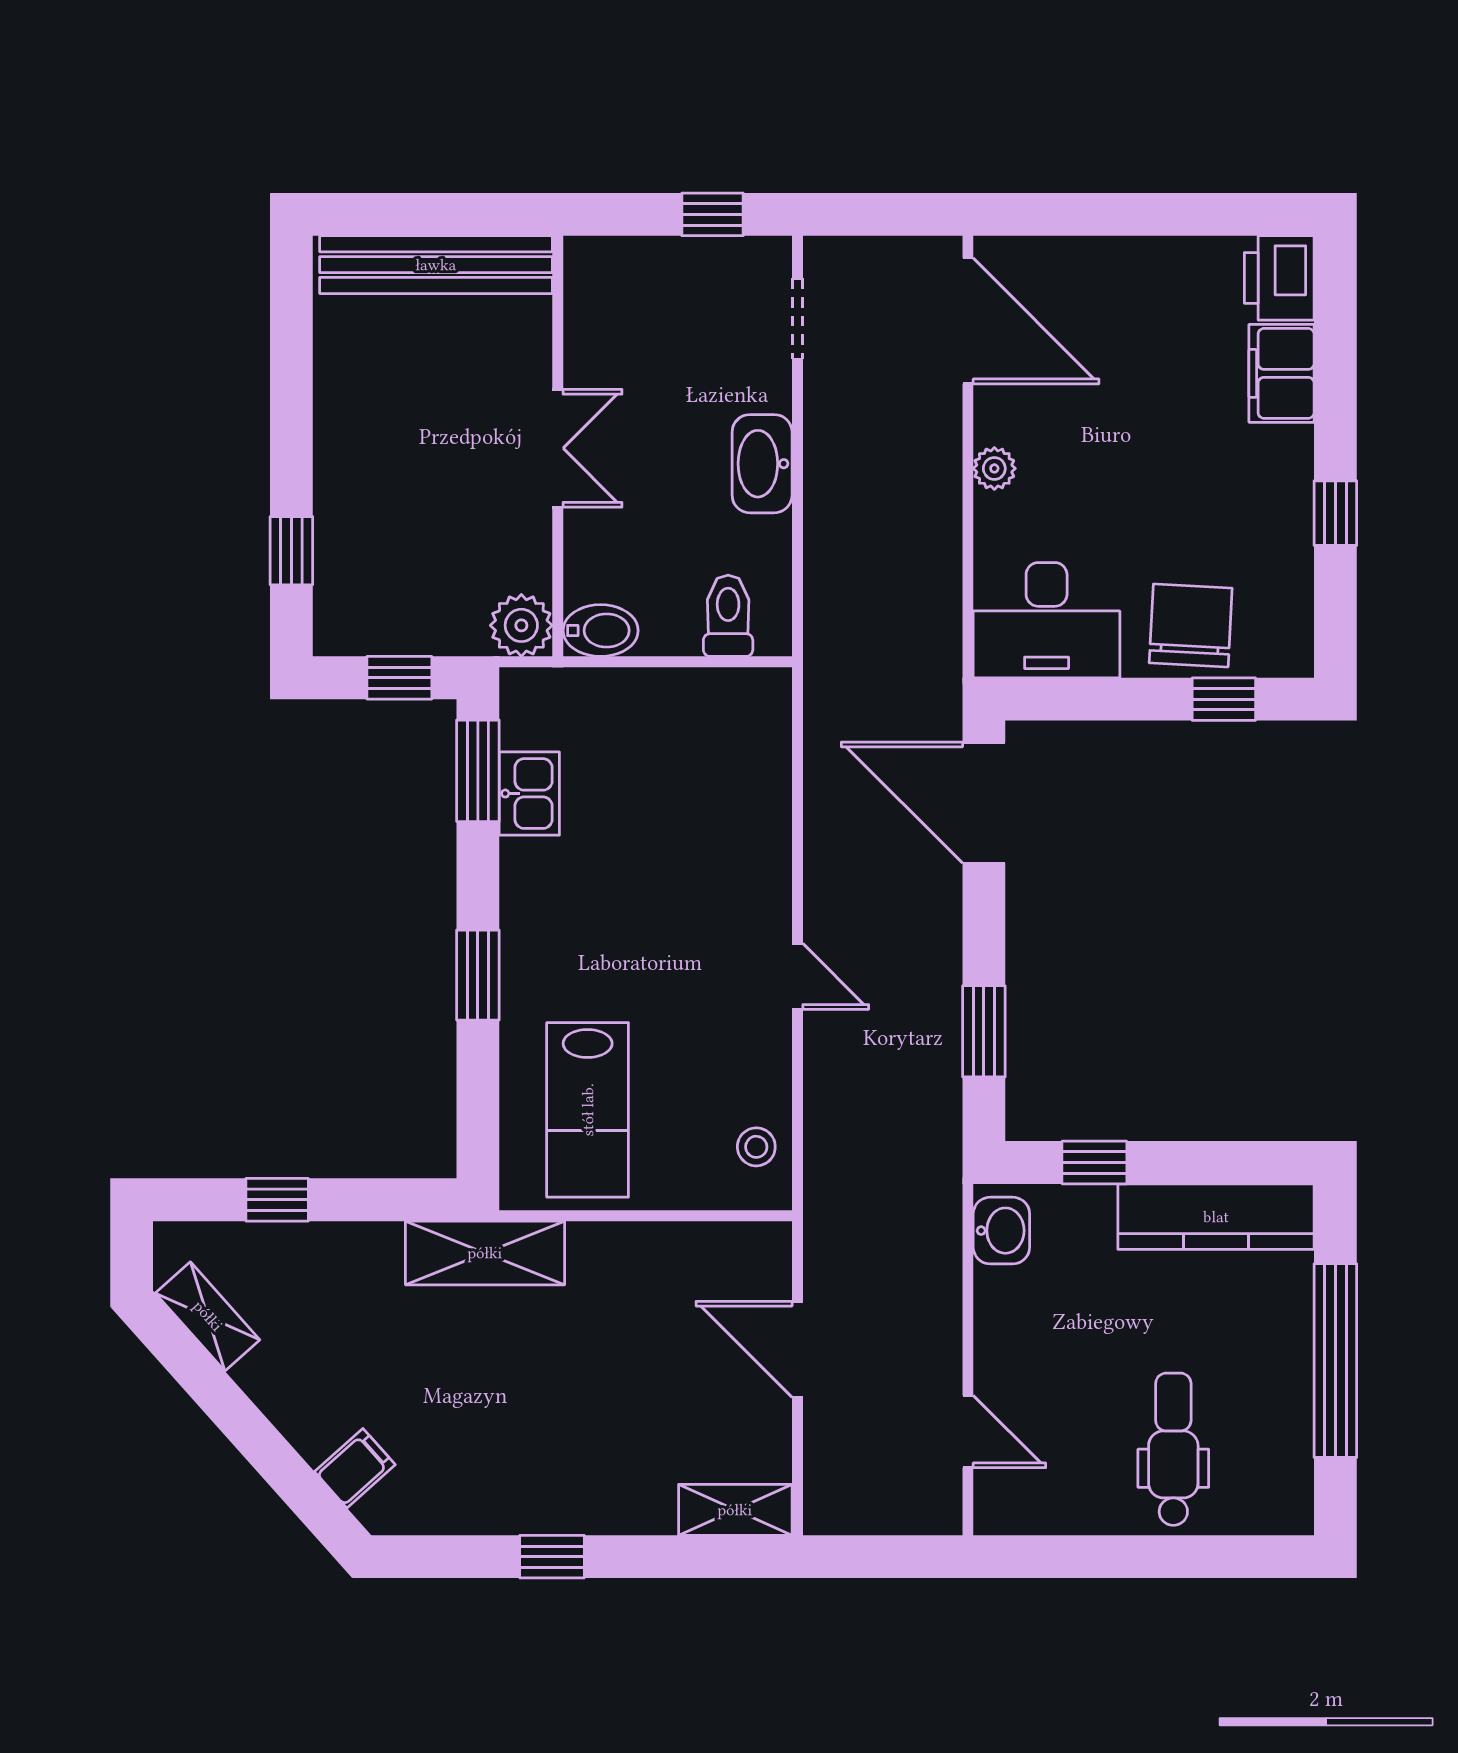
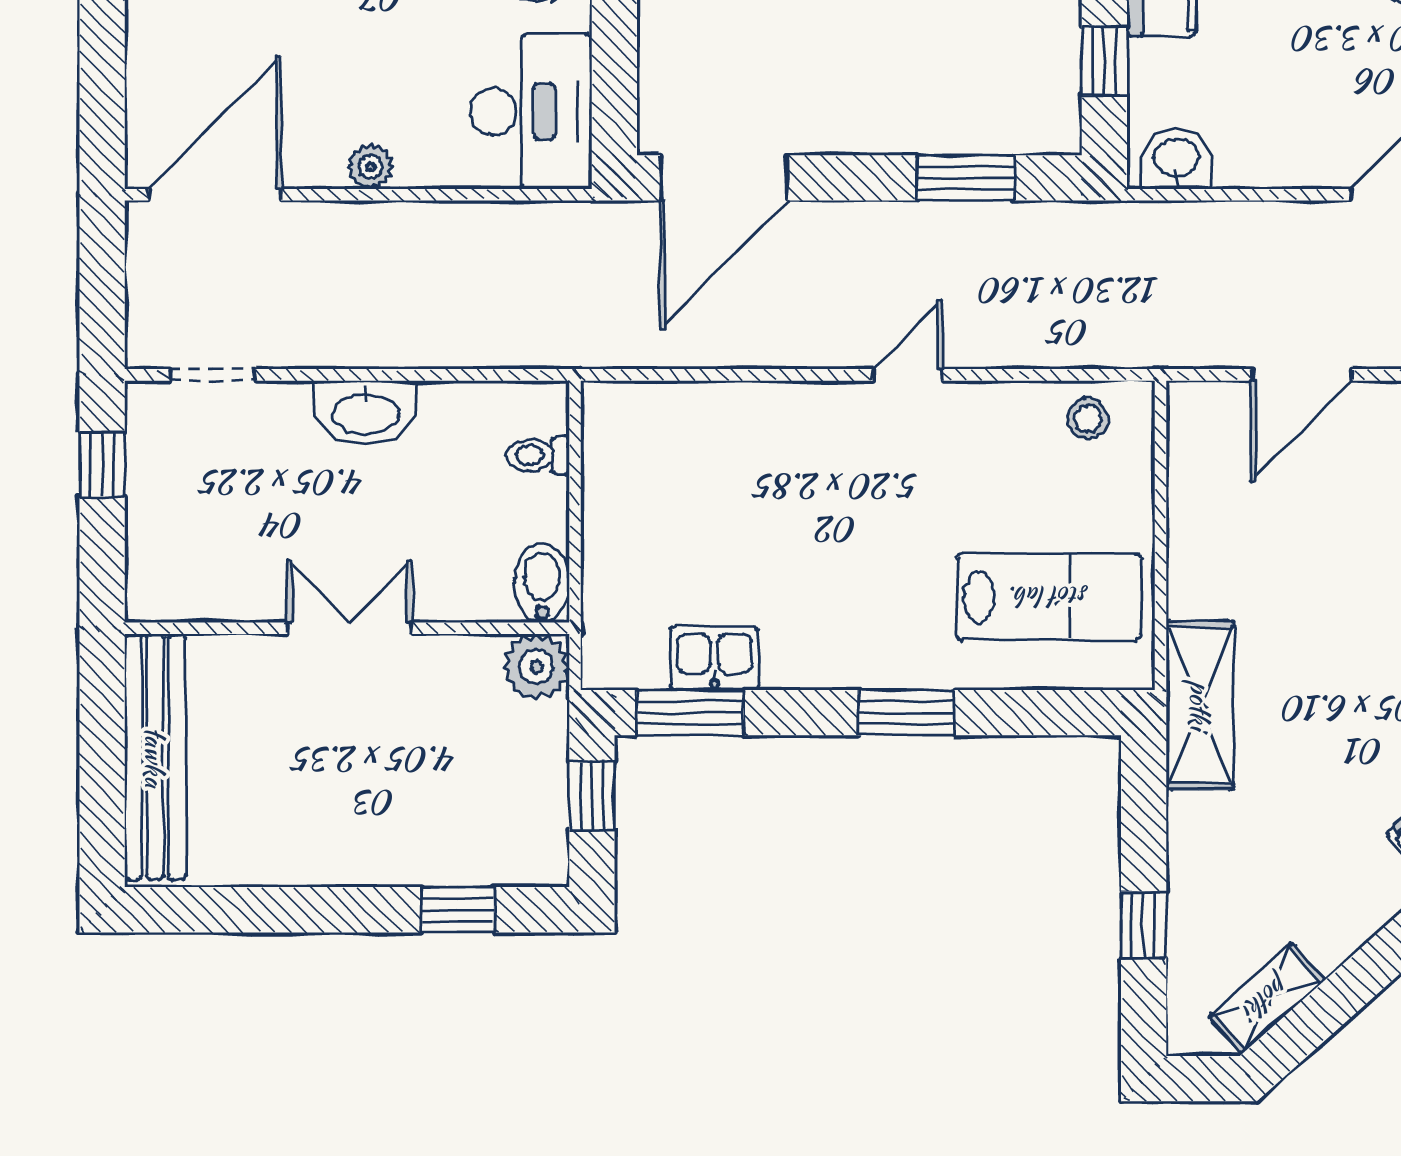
toilet: (728, 616) -> (538, 455), width x0.73, depth x0.72

